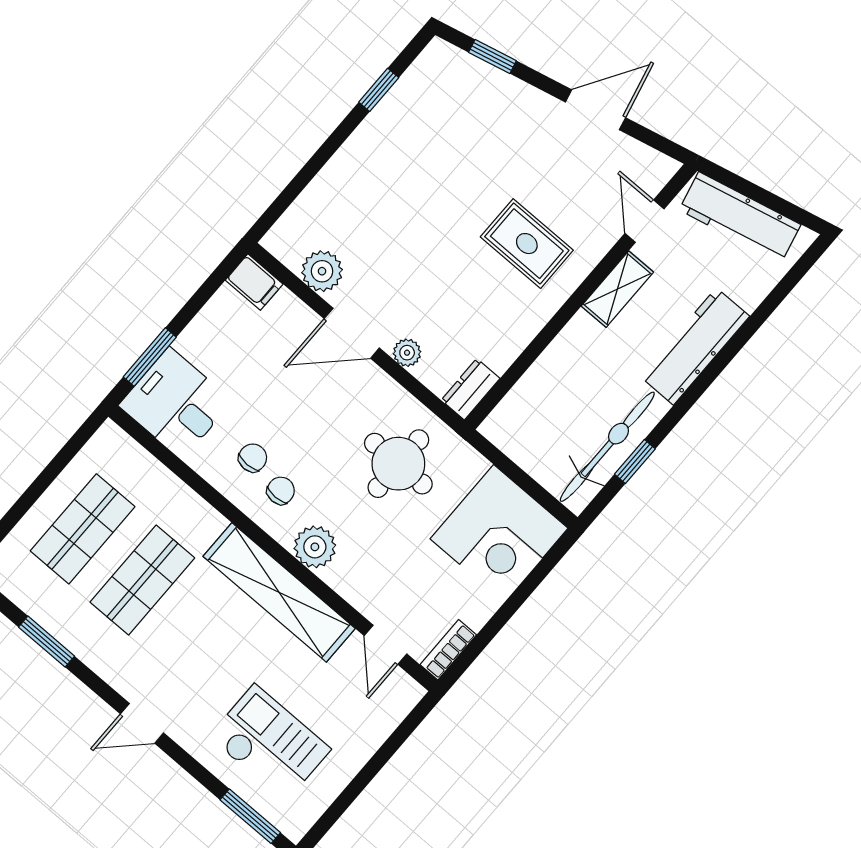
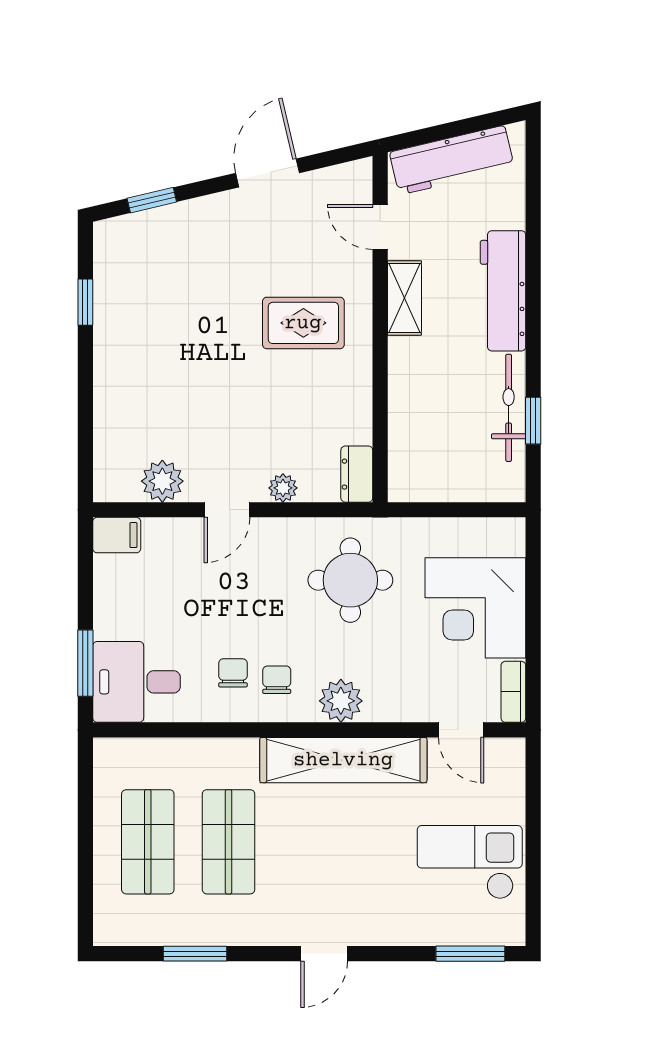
door: (352, 333) -> (227, 510), width x0.73
bicycle: (607, 447) -> (509, 408), width x0.73, depth x0.71
corner desk: (499, 534) -> (475, 608), moved, turned 90
checkout: (270, 743) -> (470, 862), moved

